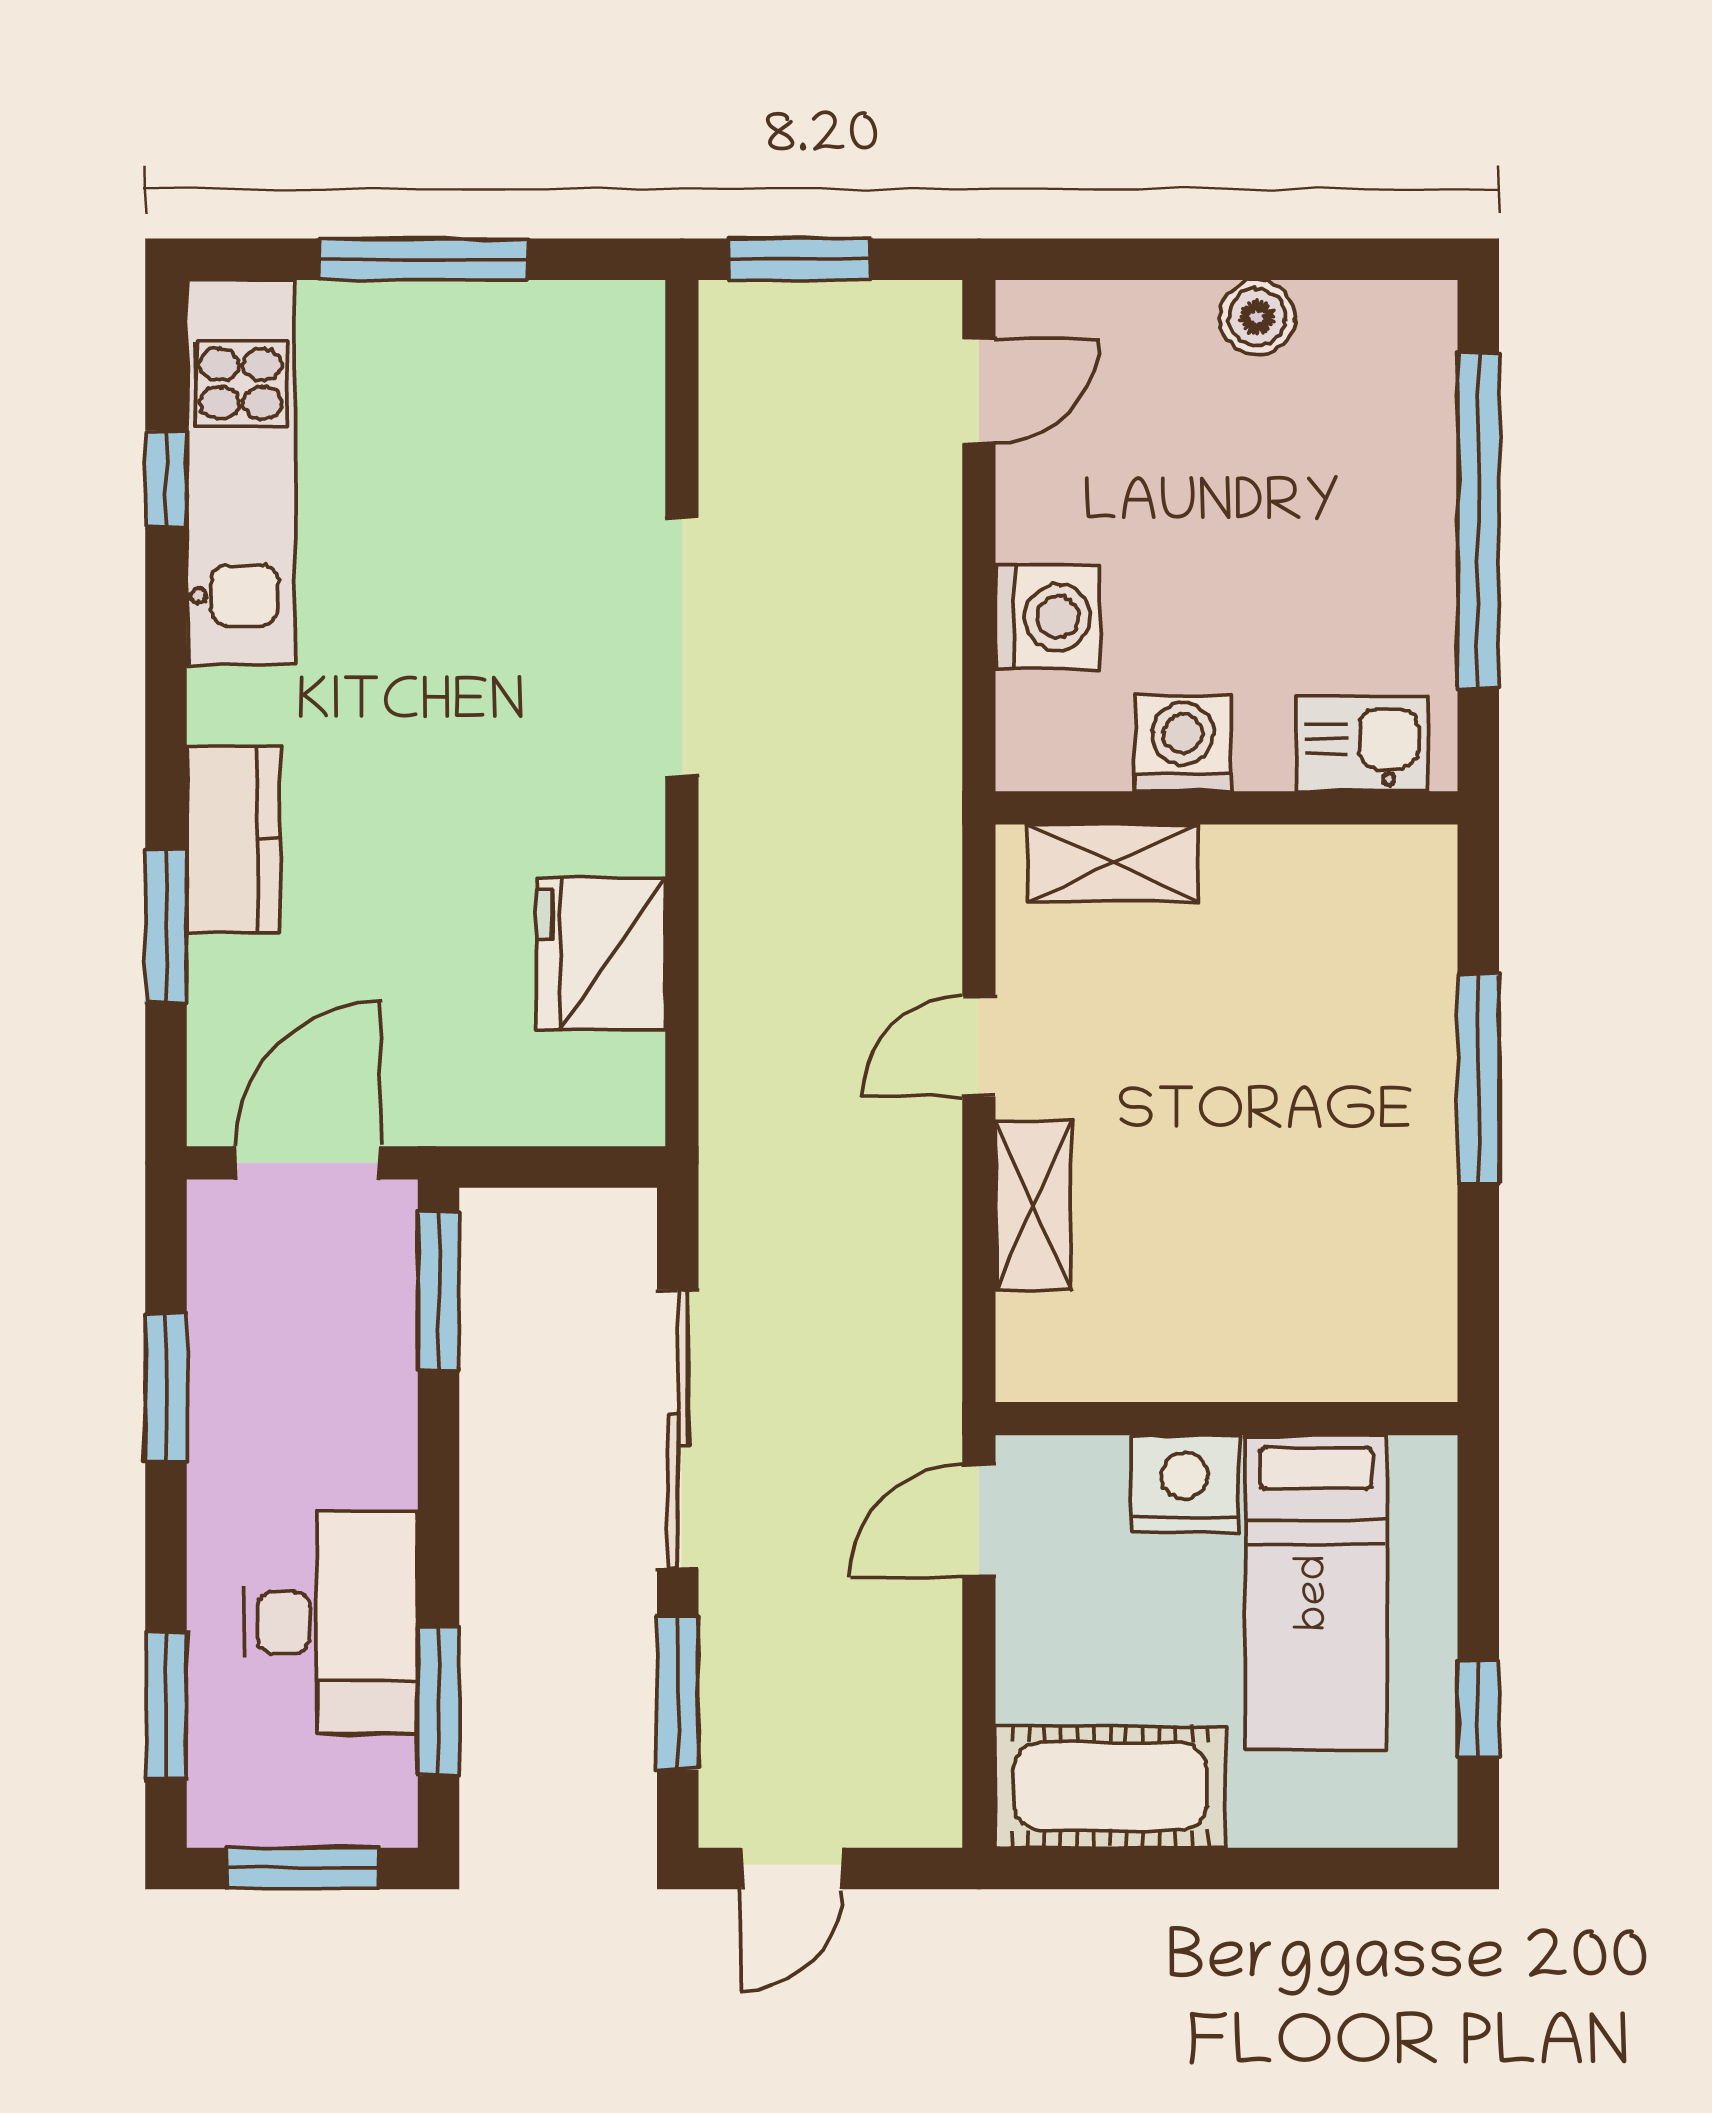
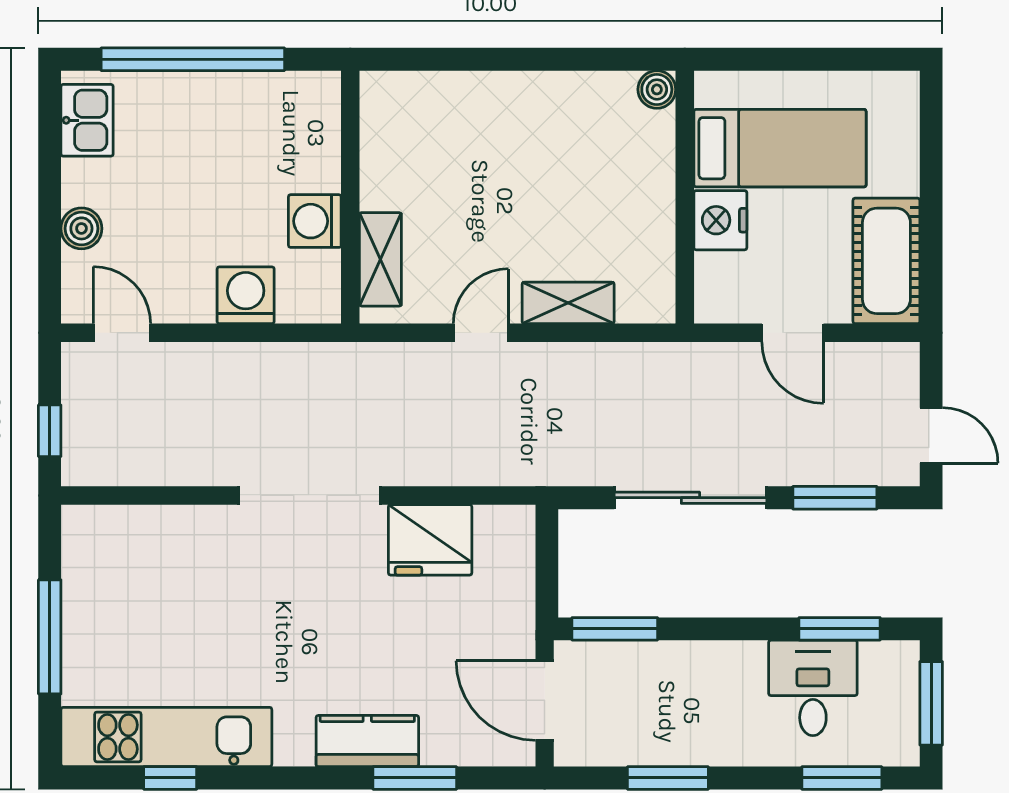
window: (800, 259) -> (50, 431), width x0.67
boiler: (1257, 317) -> (81, 228), moved
doorway: (682, 647) -> (309, 495), moved
kitchen sink: (1362, 744) -> (87, 120), moved, turned 180
door: (979, 1046) -> (481, 333), swing flipped
window: (1478, 1079) -> (499, 59), removed
boiler: (1423, 1368) -> (657, 89), added
door: (979, 1521) -> (793, 333), moved
desk: (331, 1623) -> (813, 688), width x0.73
window: (1478, 1708) -> (843, 59), removed

